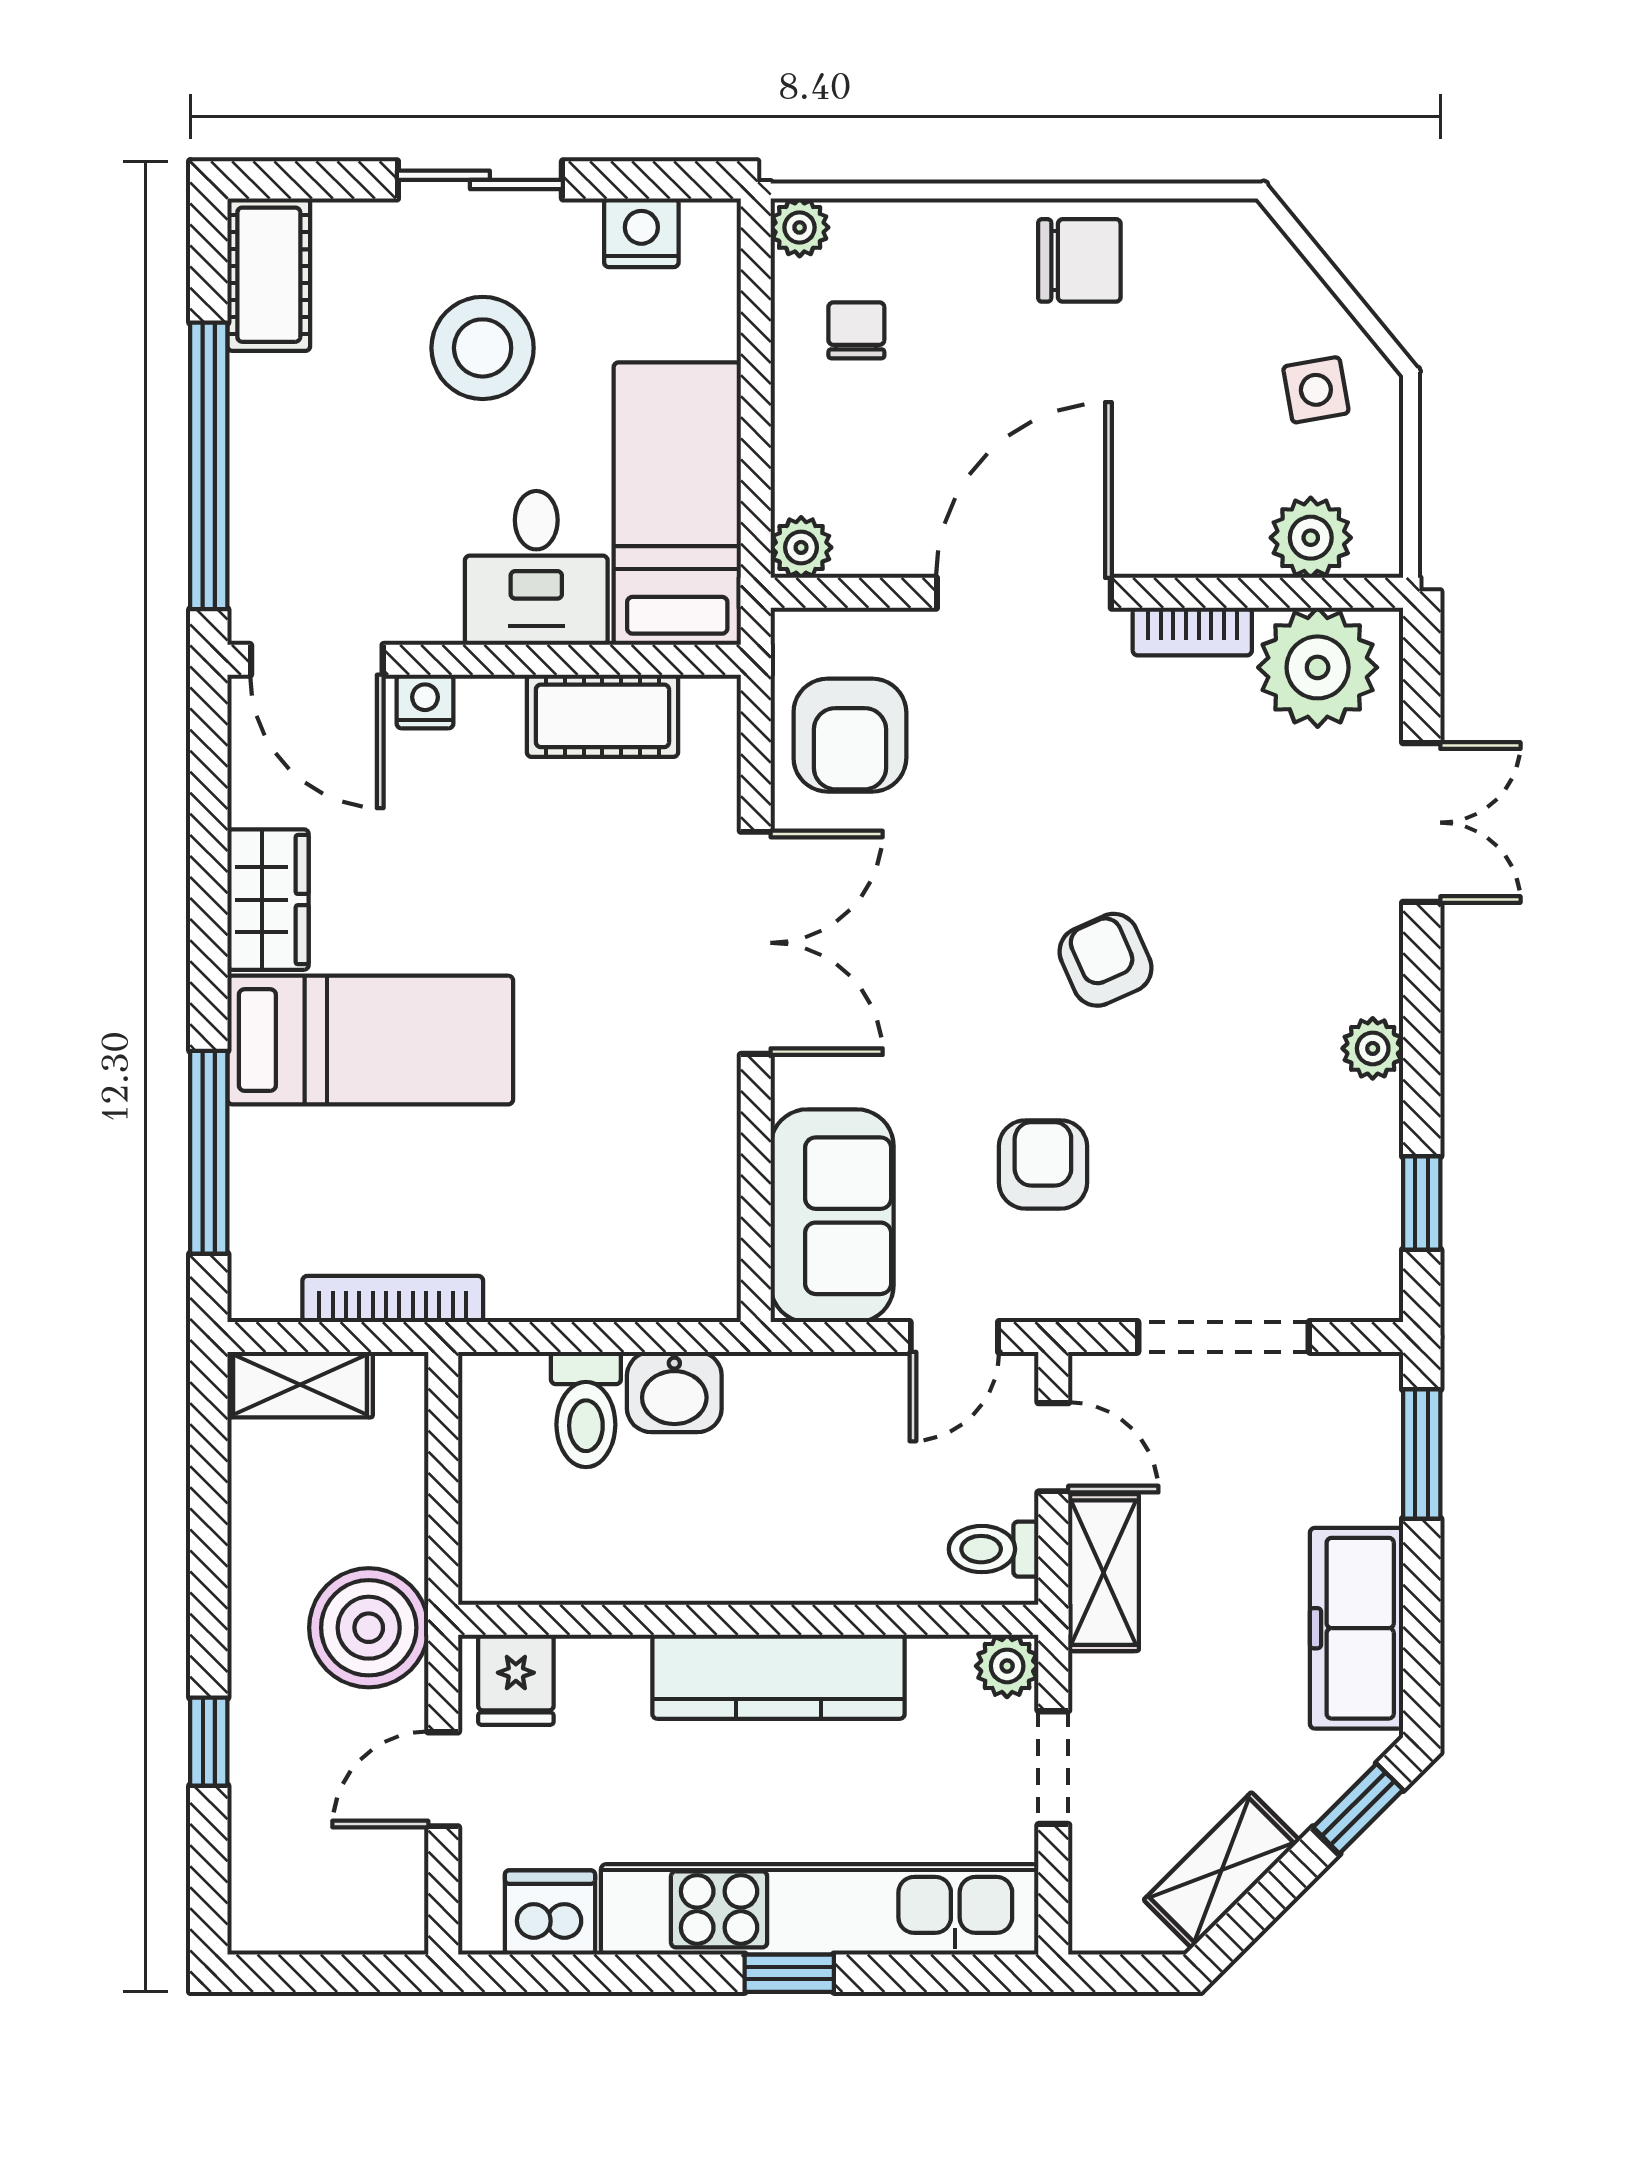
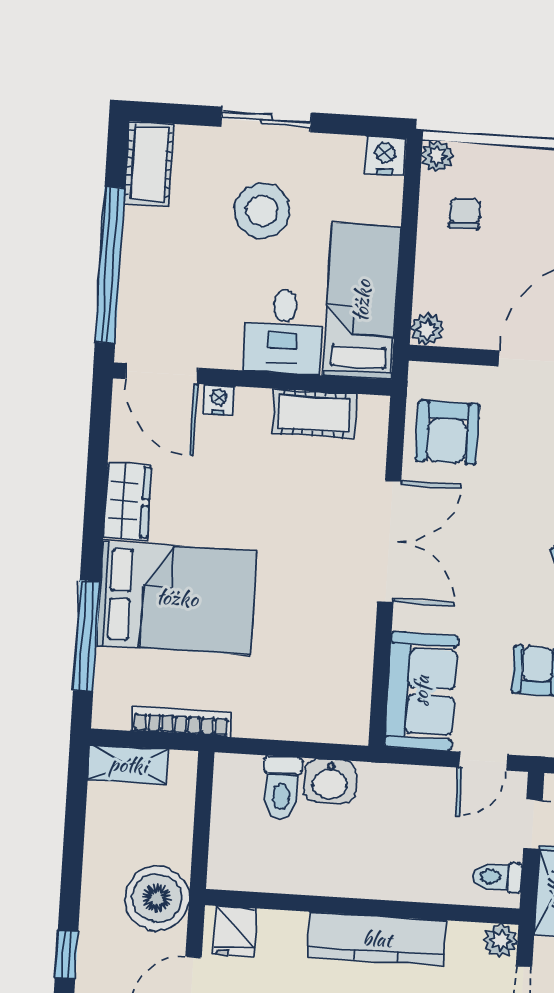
nightstand: (641, 233) -> (385, 156), moved
bed: (370, 1040) -> (177, 598), width x1.50

